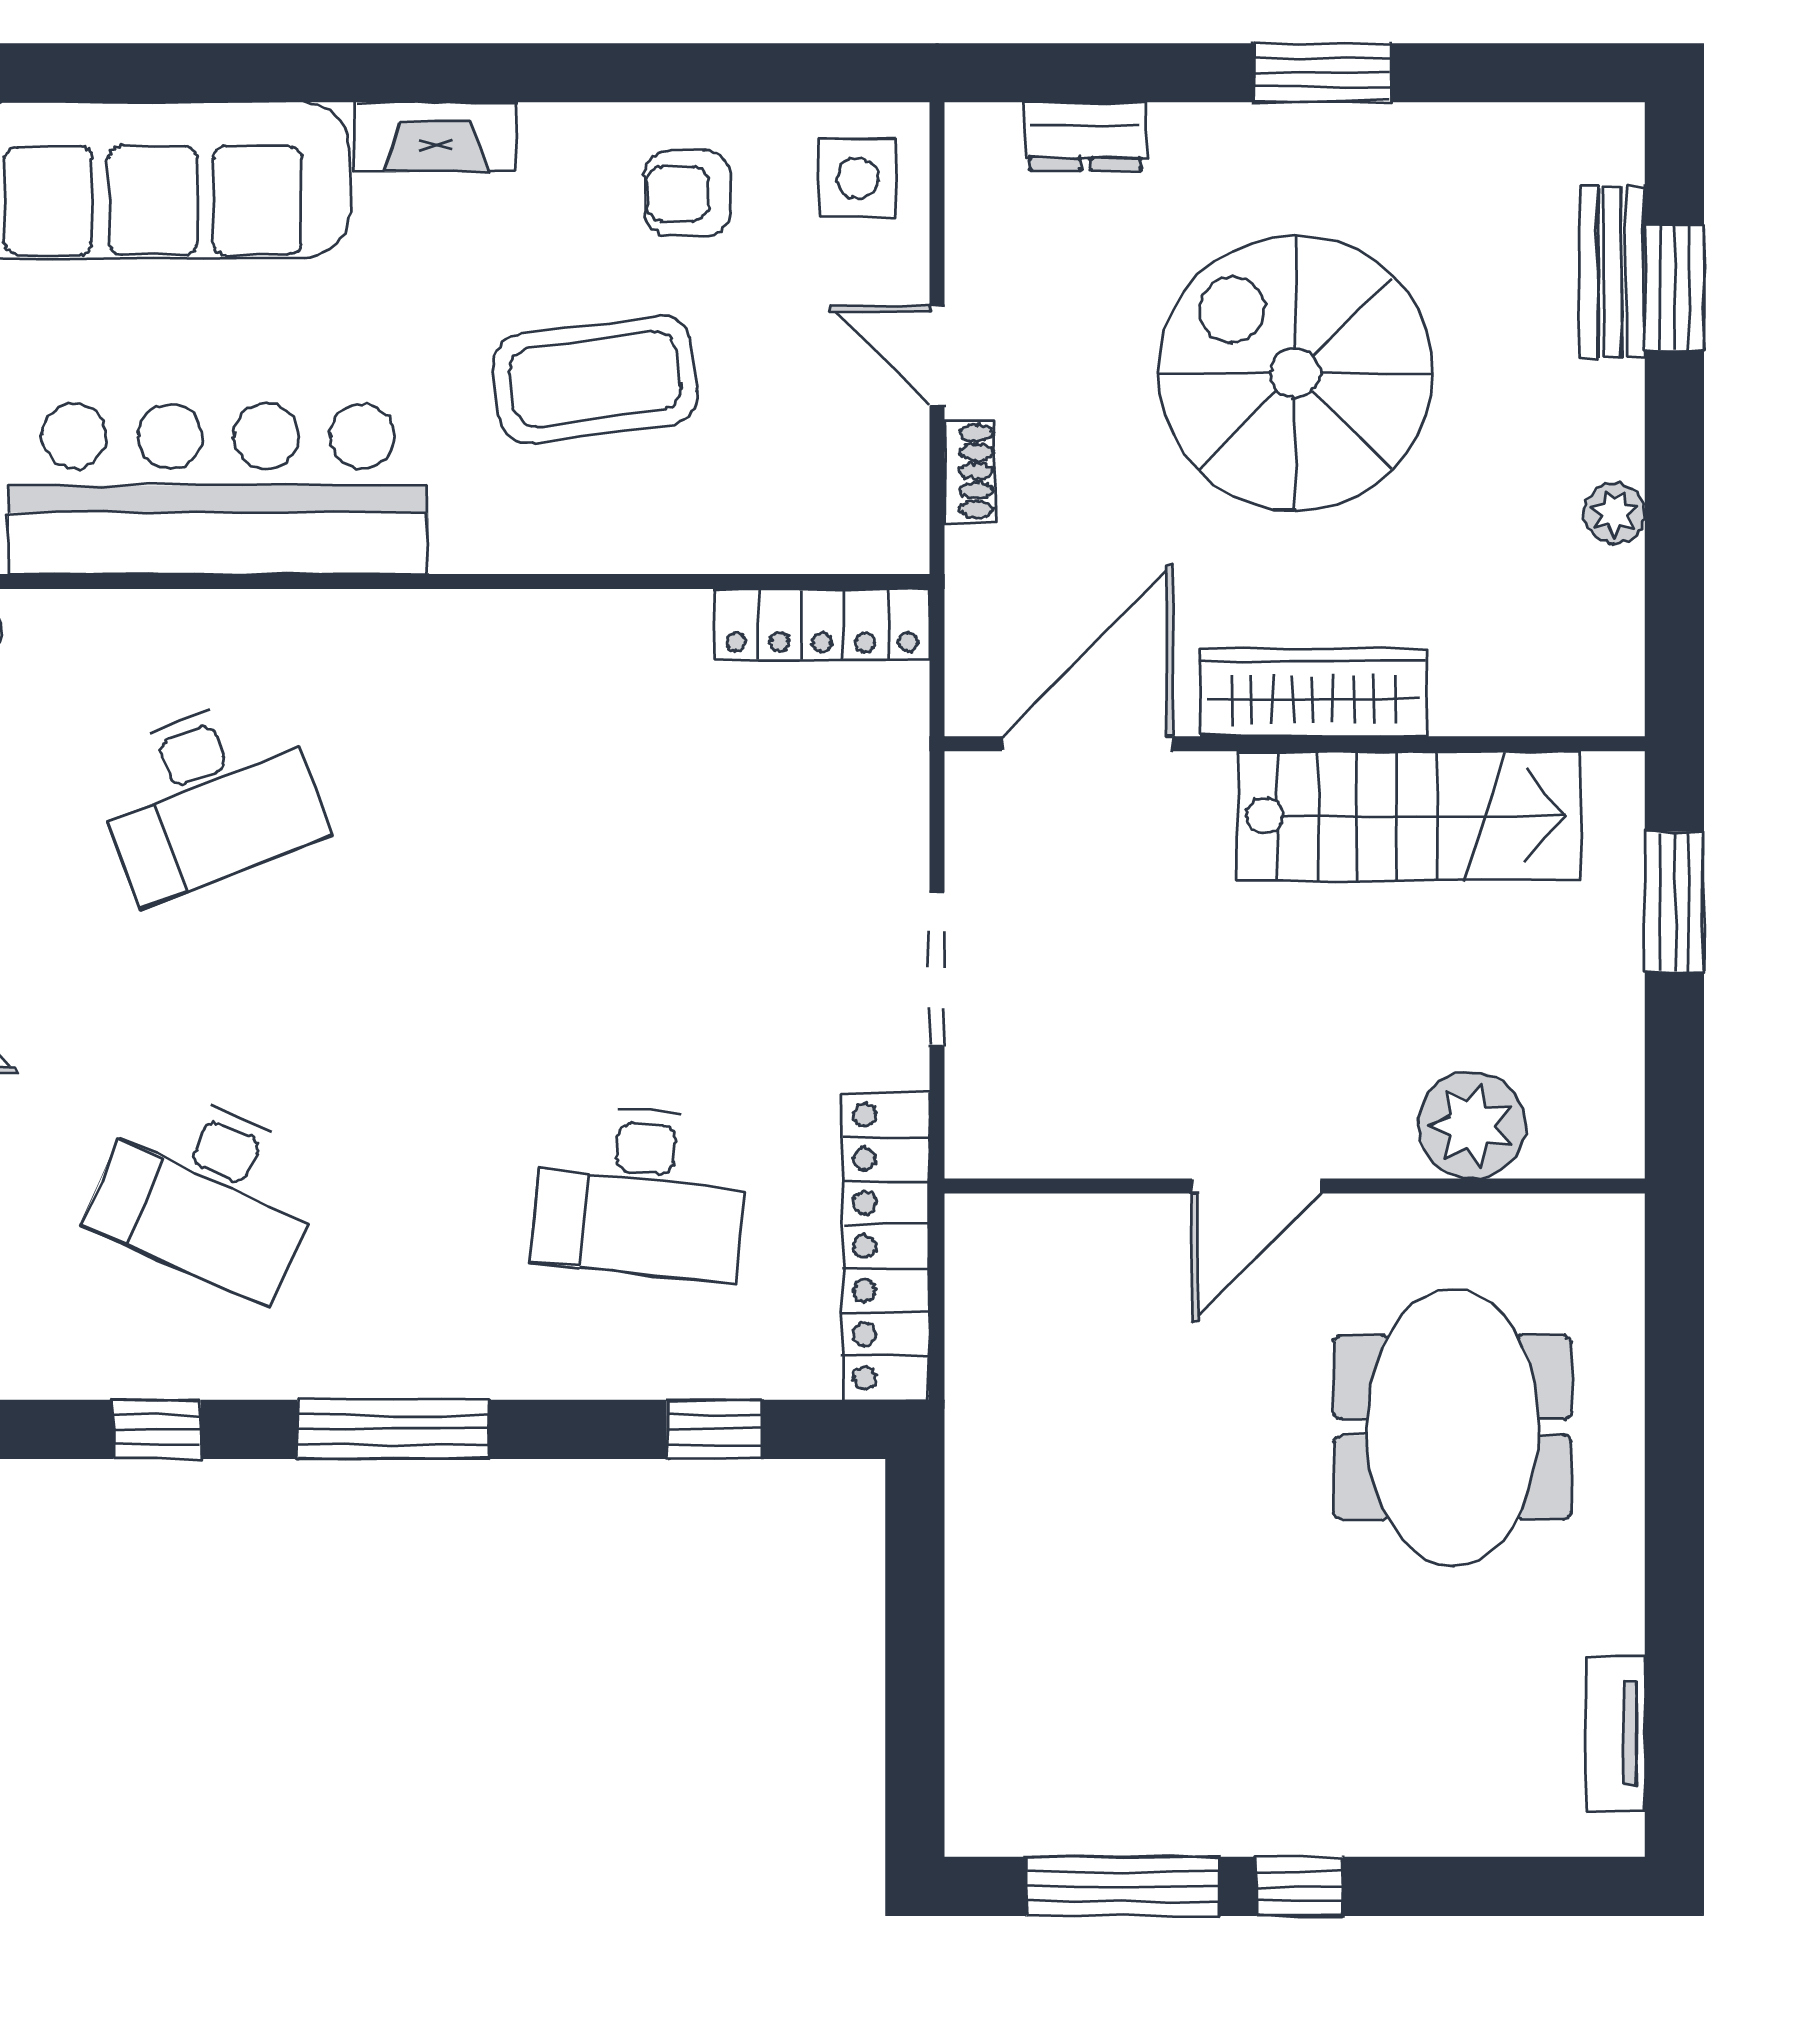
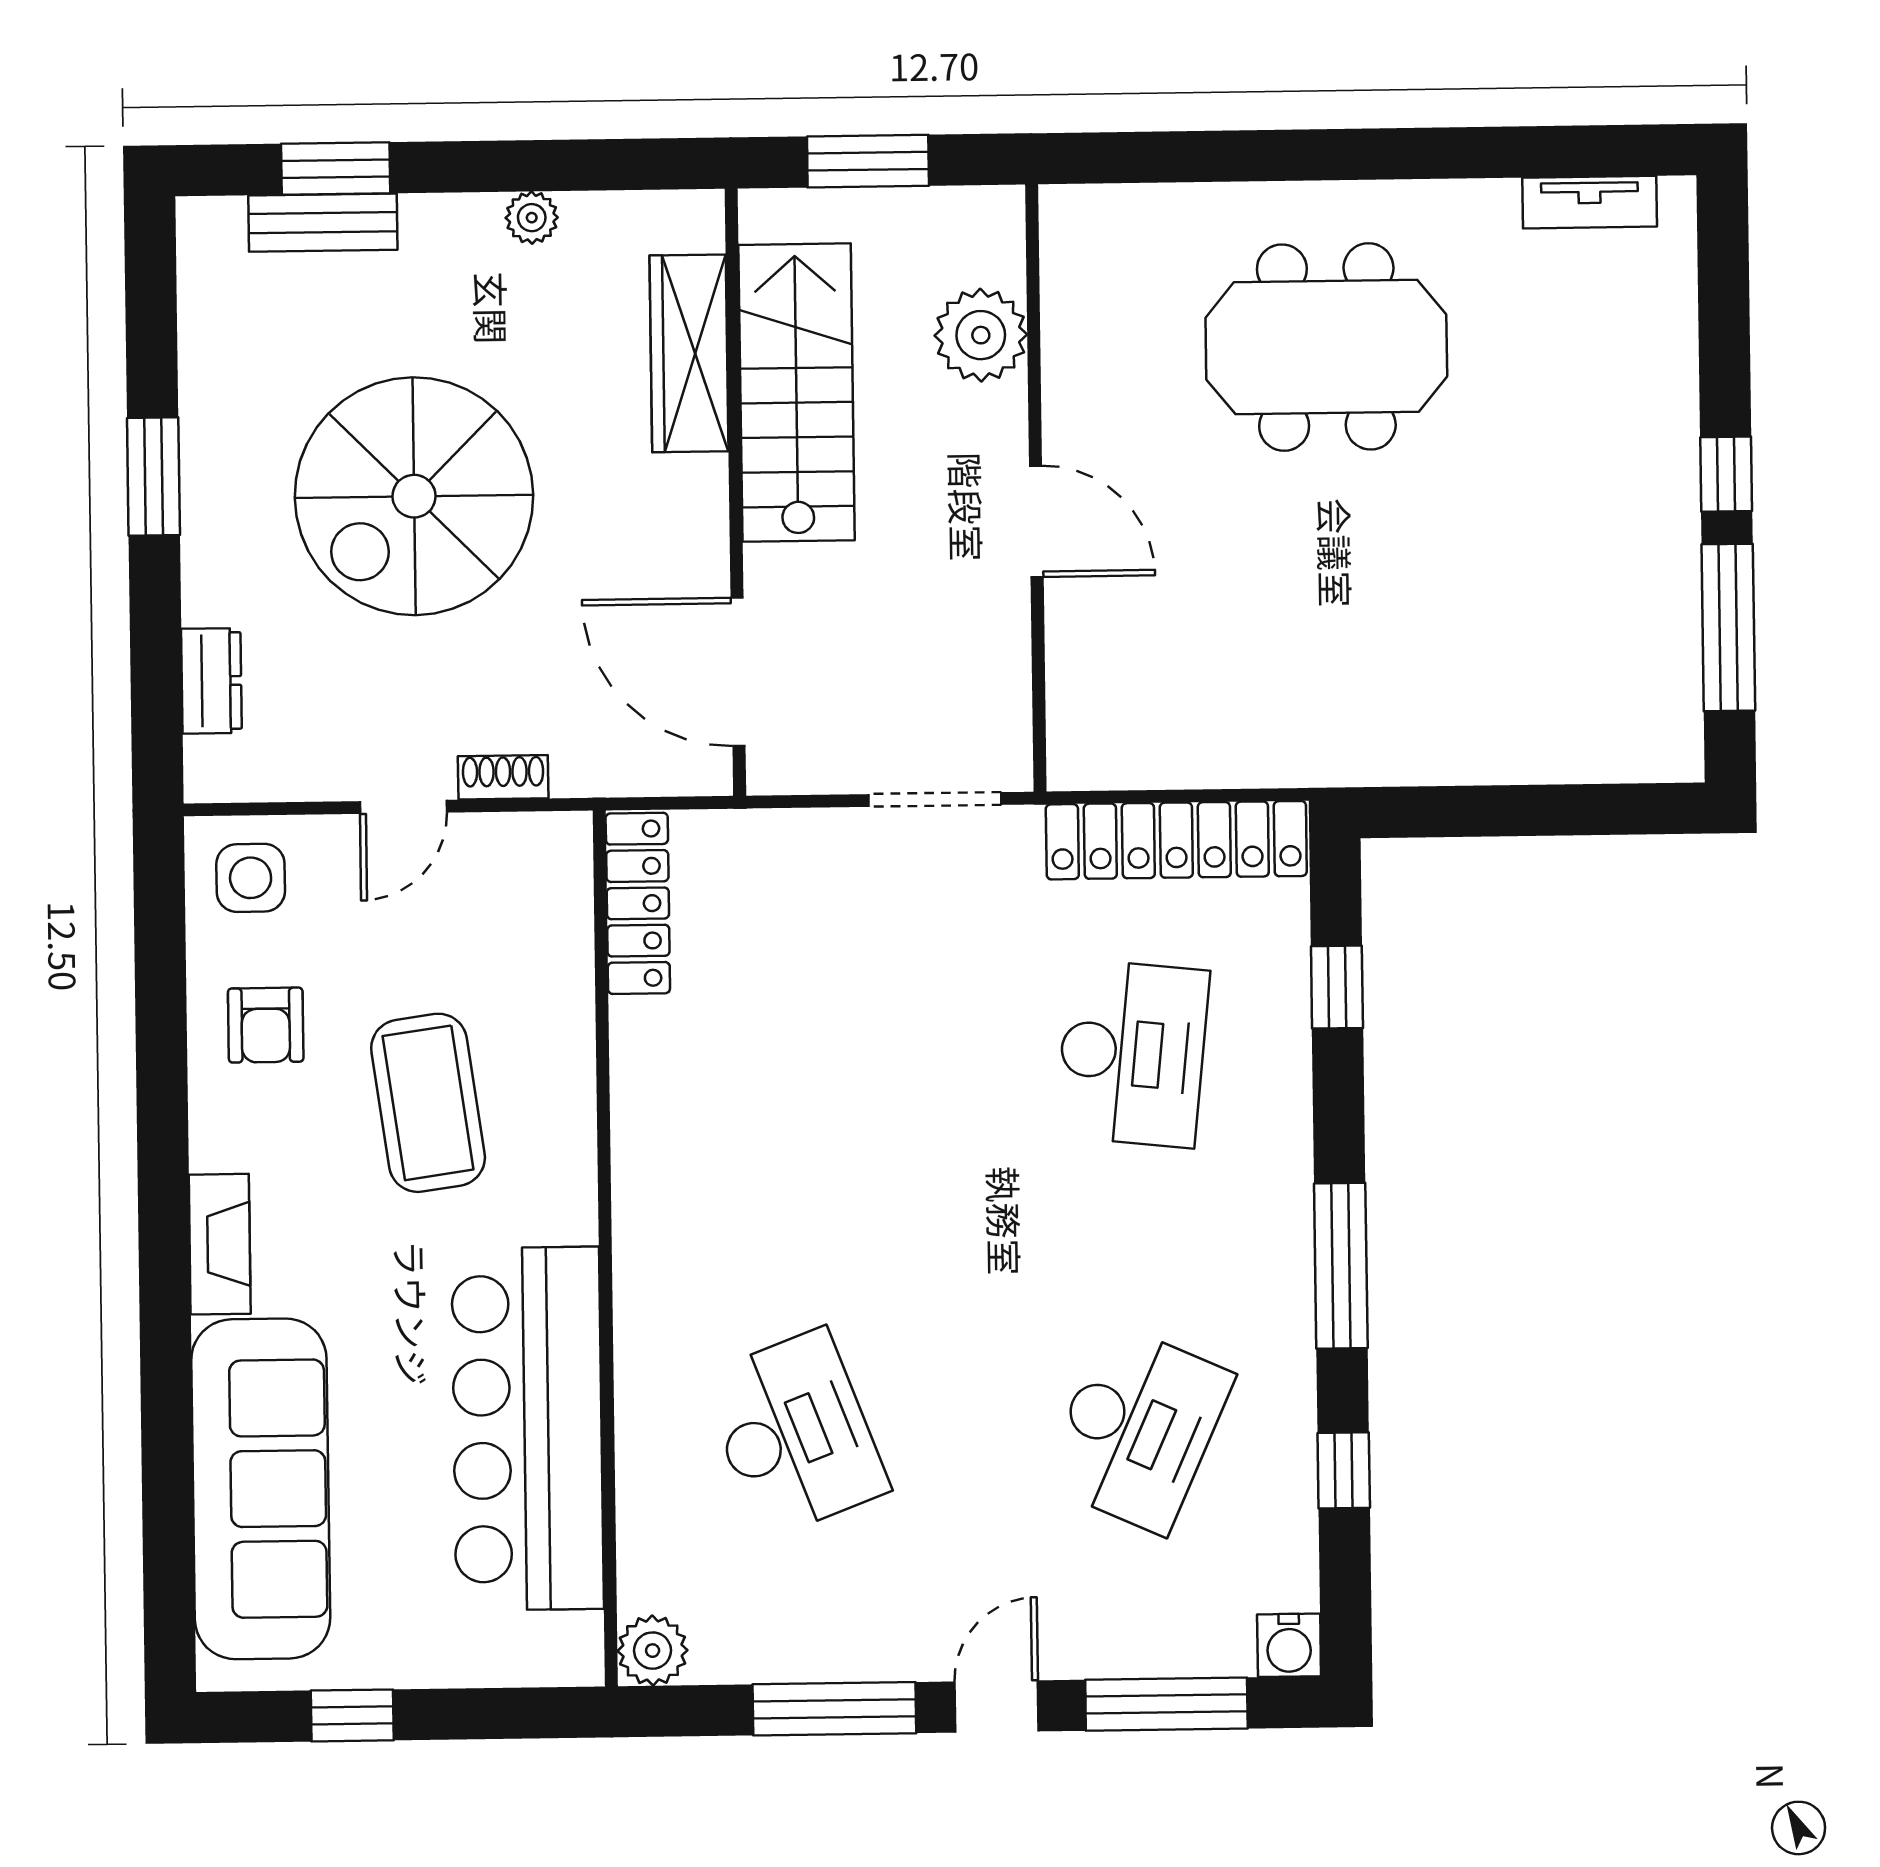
wardrobe: (1313, 692) -> (689, 353), moved
plant: (1472, 1125) -> (981, 335), moved
door: (1256, 1186) -> (1036, 521), moved
wall: (1295, 1186) -> (1036, 488), moved

